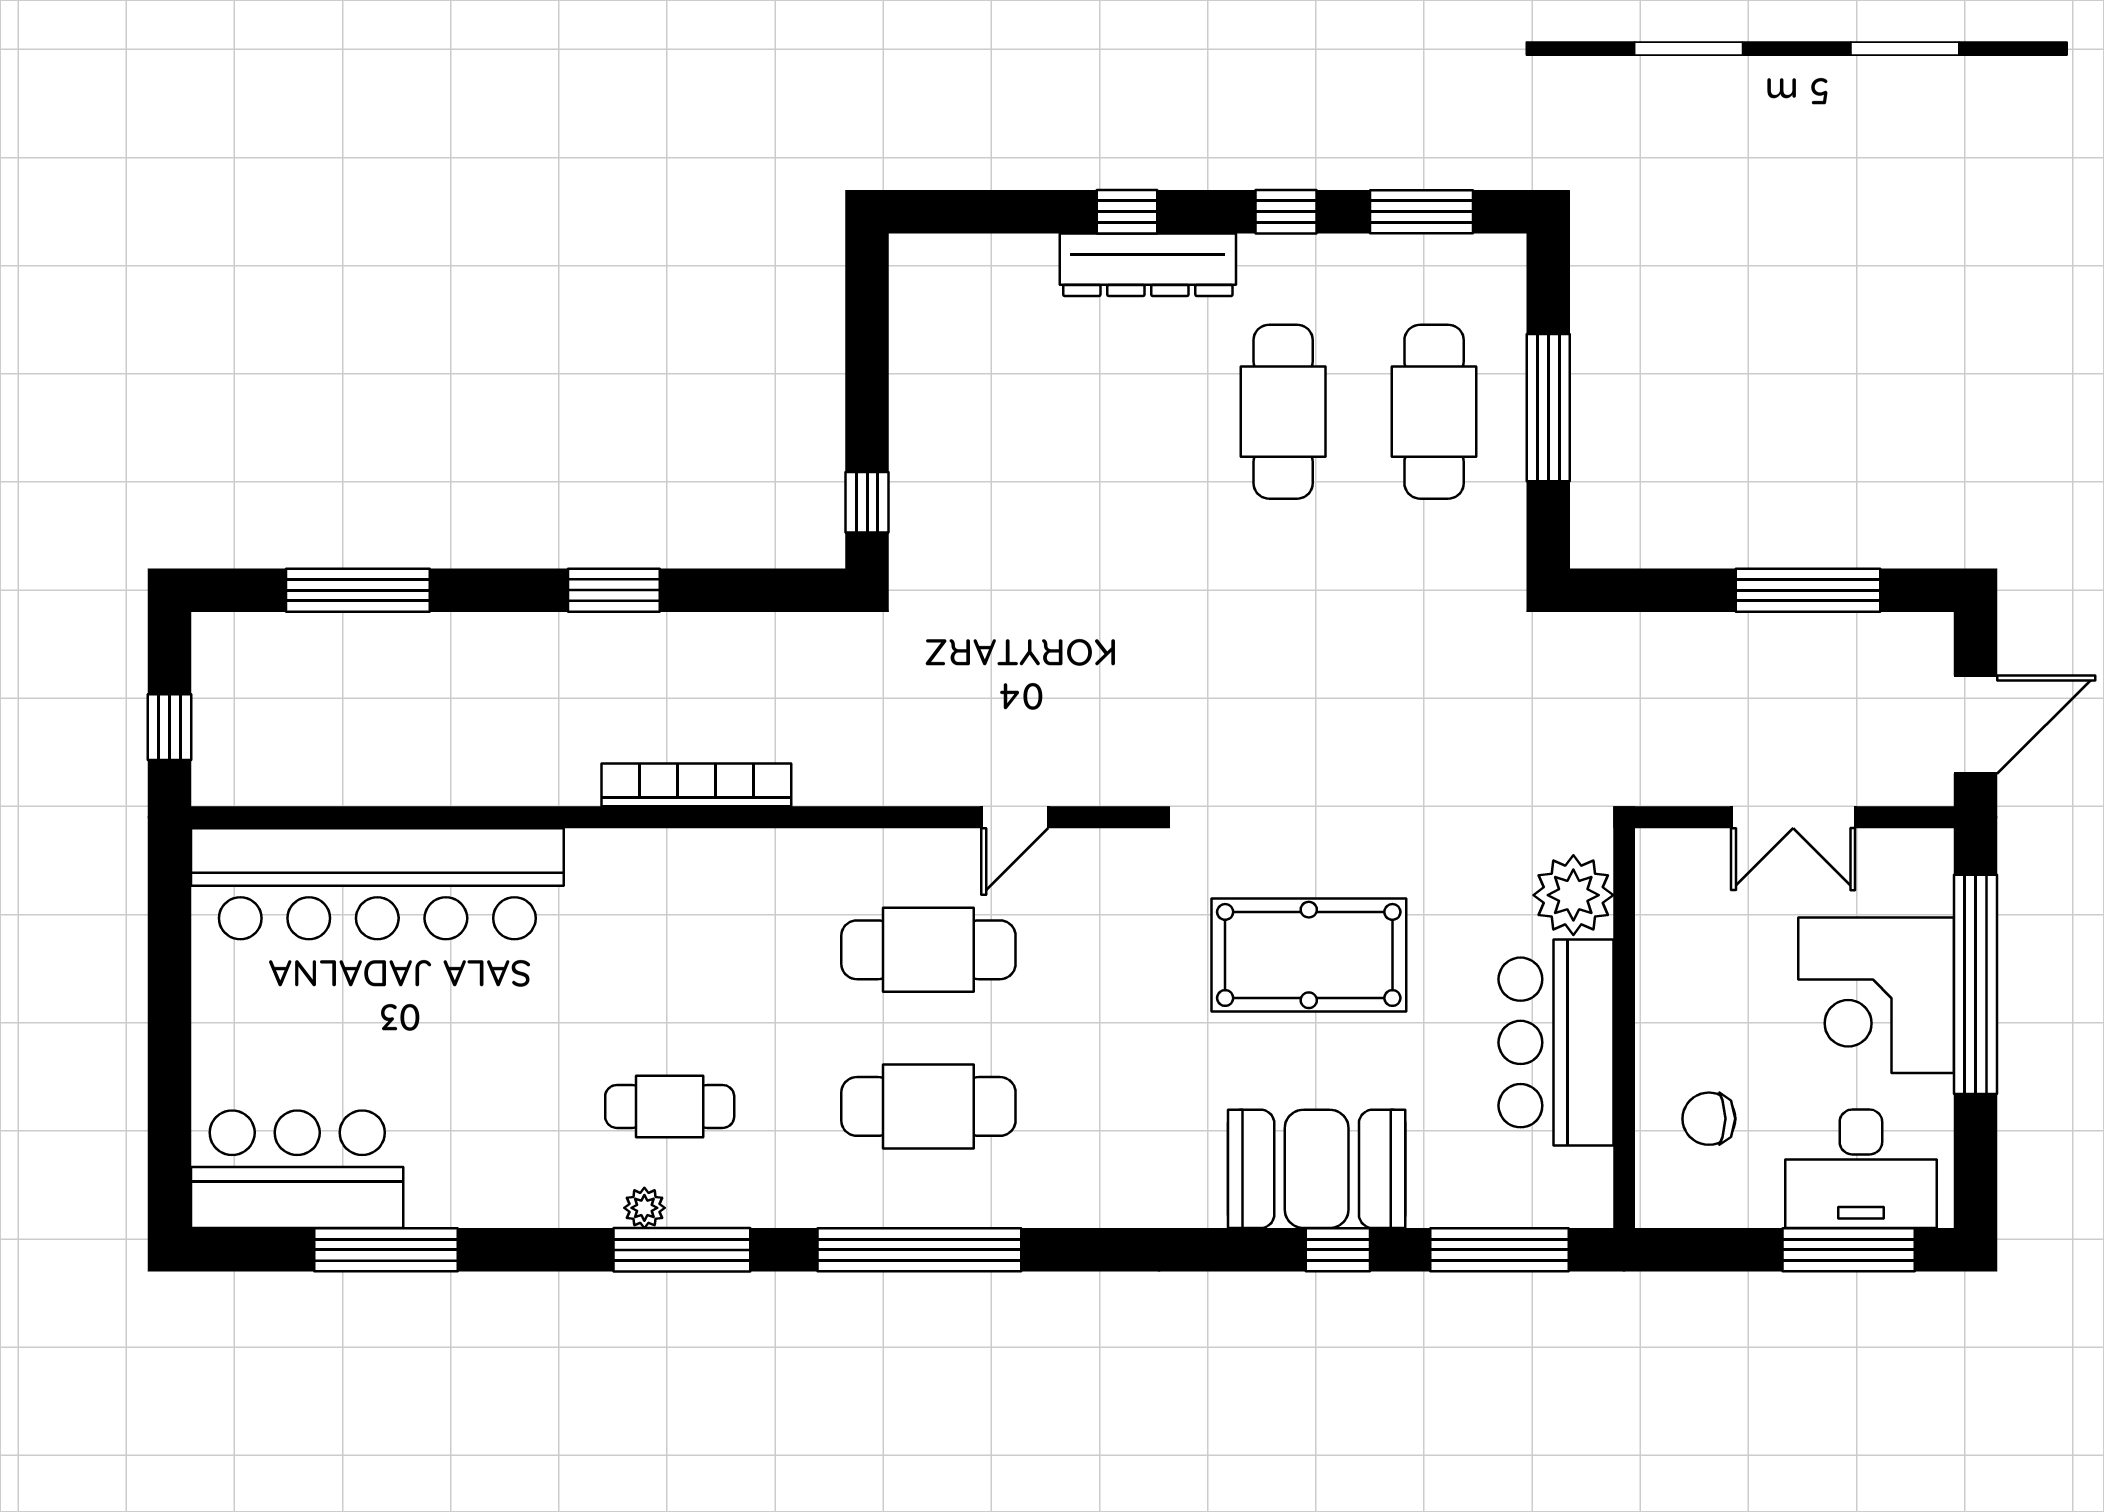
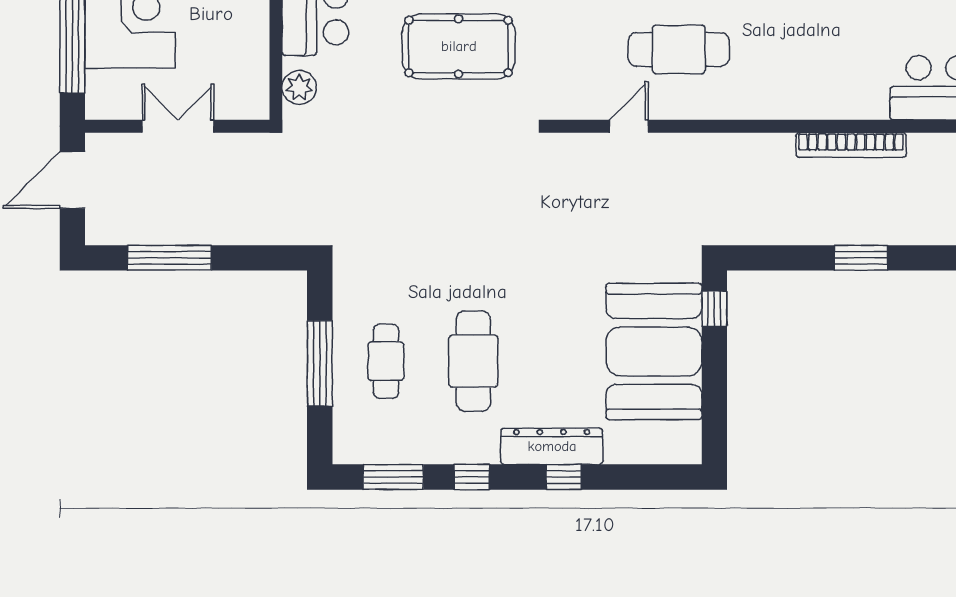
cafe table: (1434, 412) -> (386, 361), width x0.73, depth x0.74
booth: (971, 428) -> (654, 351), added
bookcase: (696, 785) -> (851, 145), moved
plant: (1573, 895) -> (299, 87), width x0.73, depth x0.73

